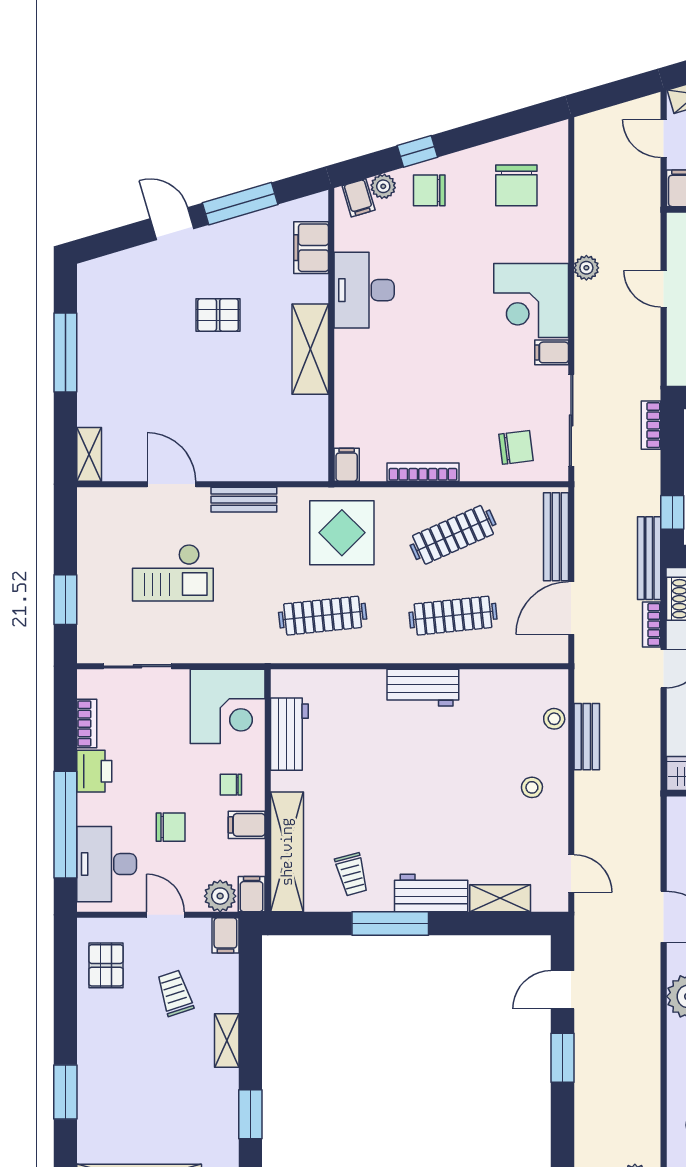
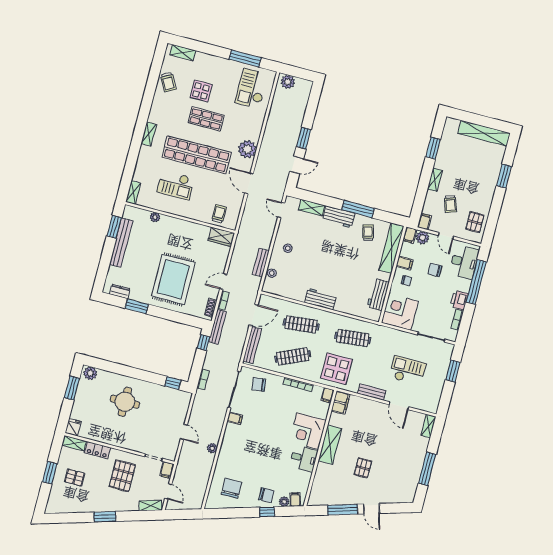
filing cabinet: (311, 248) -> (341, 403), moved
desk: (364, 290) -> (304, 458), width x0.73
corner desk: (531, 300) -> (308, 431), moved, turned 180
pallet: (218, 315) -> (363, 468), turned 90

